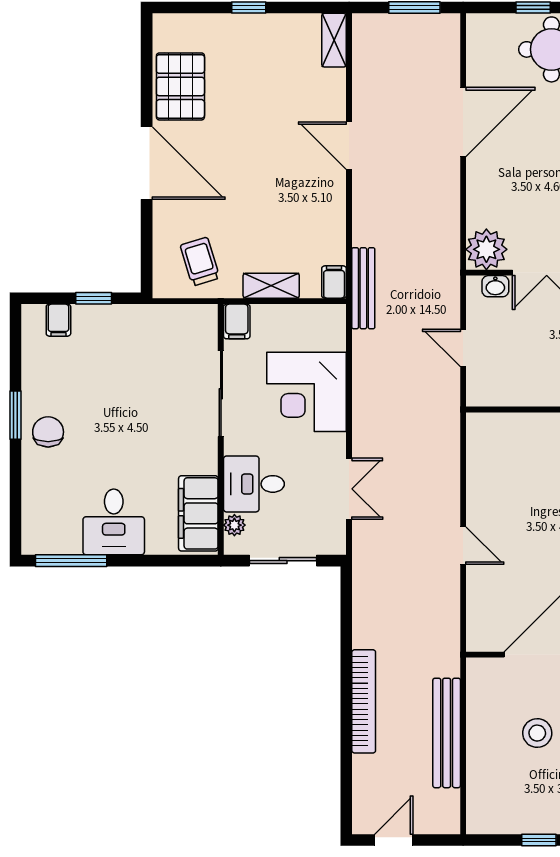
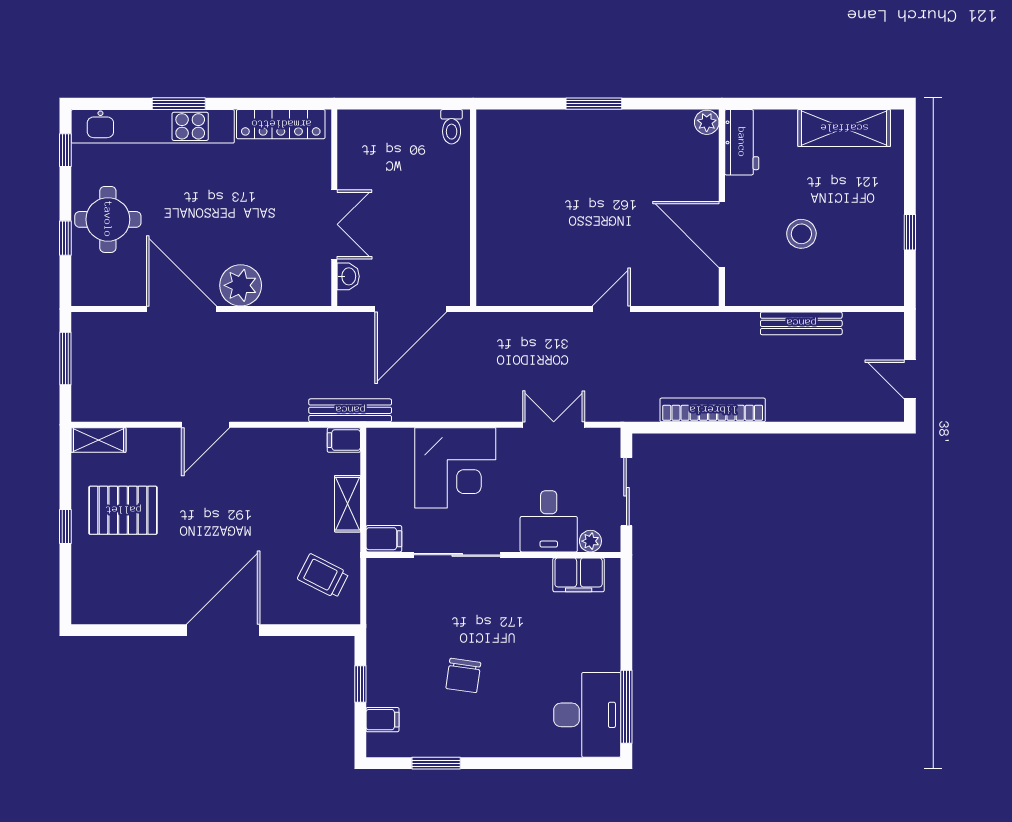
pallet: (180, 86) -> (123, 510), moved
plant: (486, 249) -> (241, 285), moved
trolley: (200, 262) -> (323, 576), turned 44
door: (463, 348) -> (411, 309), width x1.88
window: (16, 415) -> (436, 763), moved
chair: (48, 432) -> (463, 675), moved, turned -82
filing cabinet: (198, 513) -> (579, 575), width x0.67, depth x0.86
desk: (114, 522) -> (587, 715), moved, width x1.37
bookcase: (364, 701) -> (713, 410), moved
bench: (447, 733) -> (801, 323), width x0.73, depth x0.82

